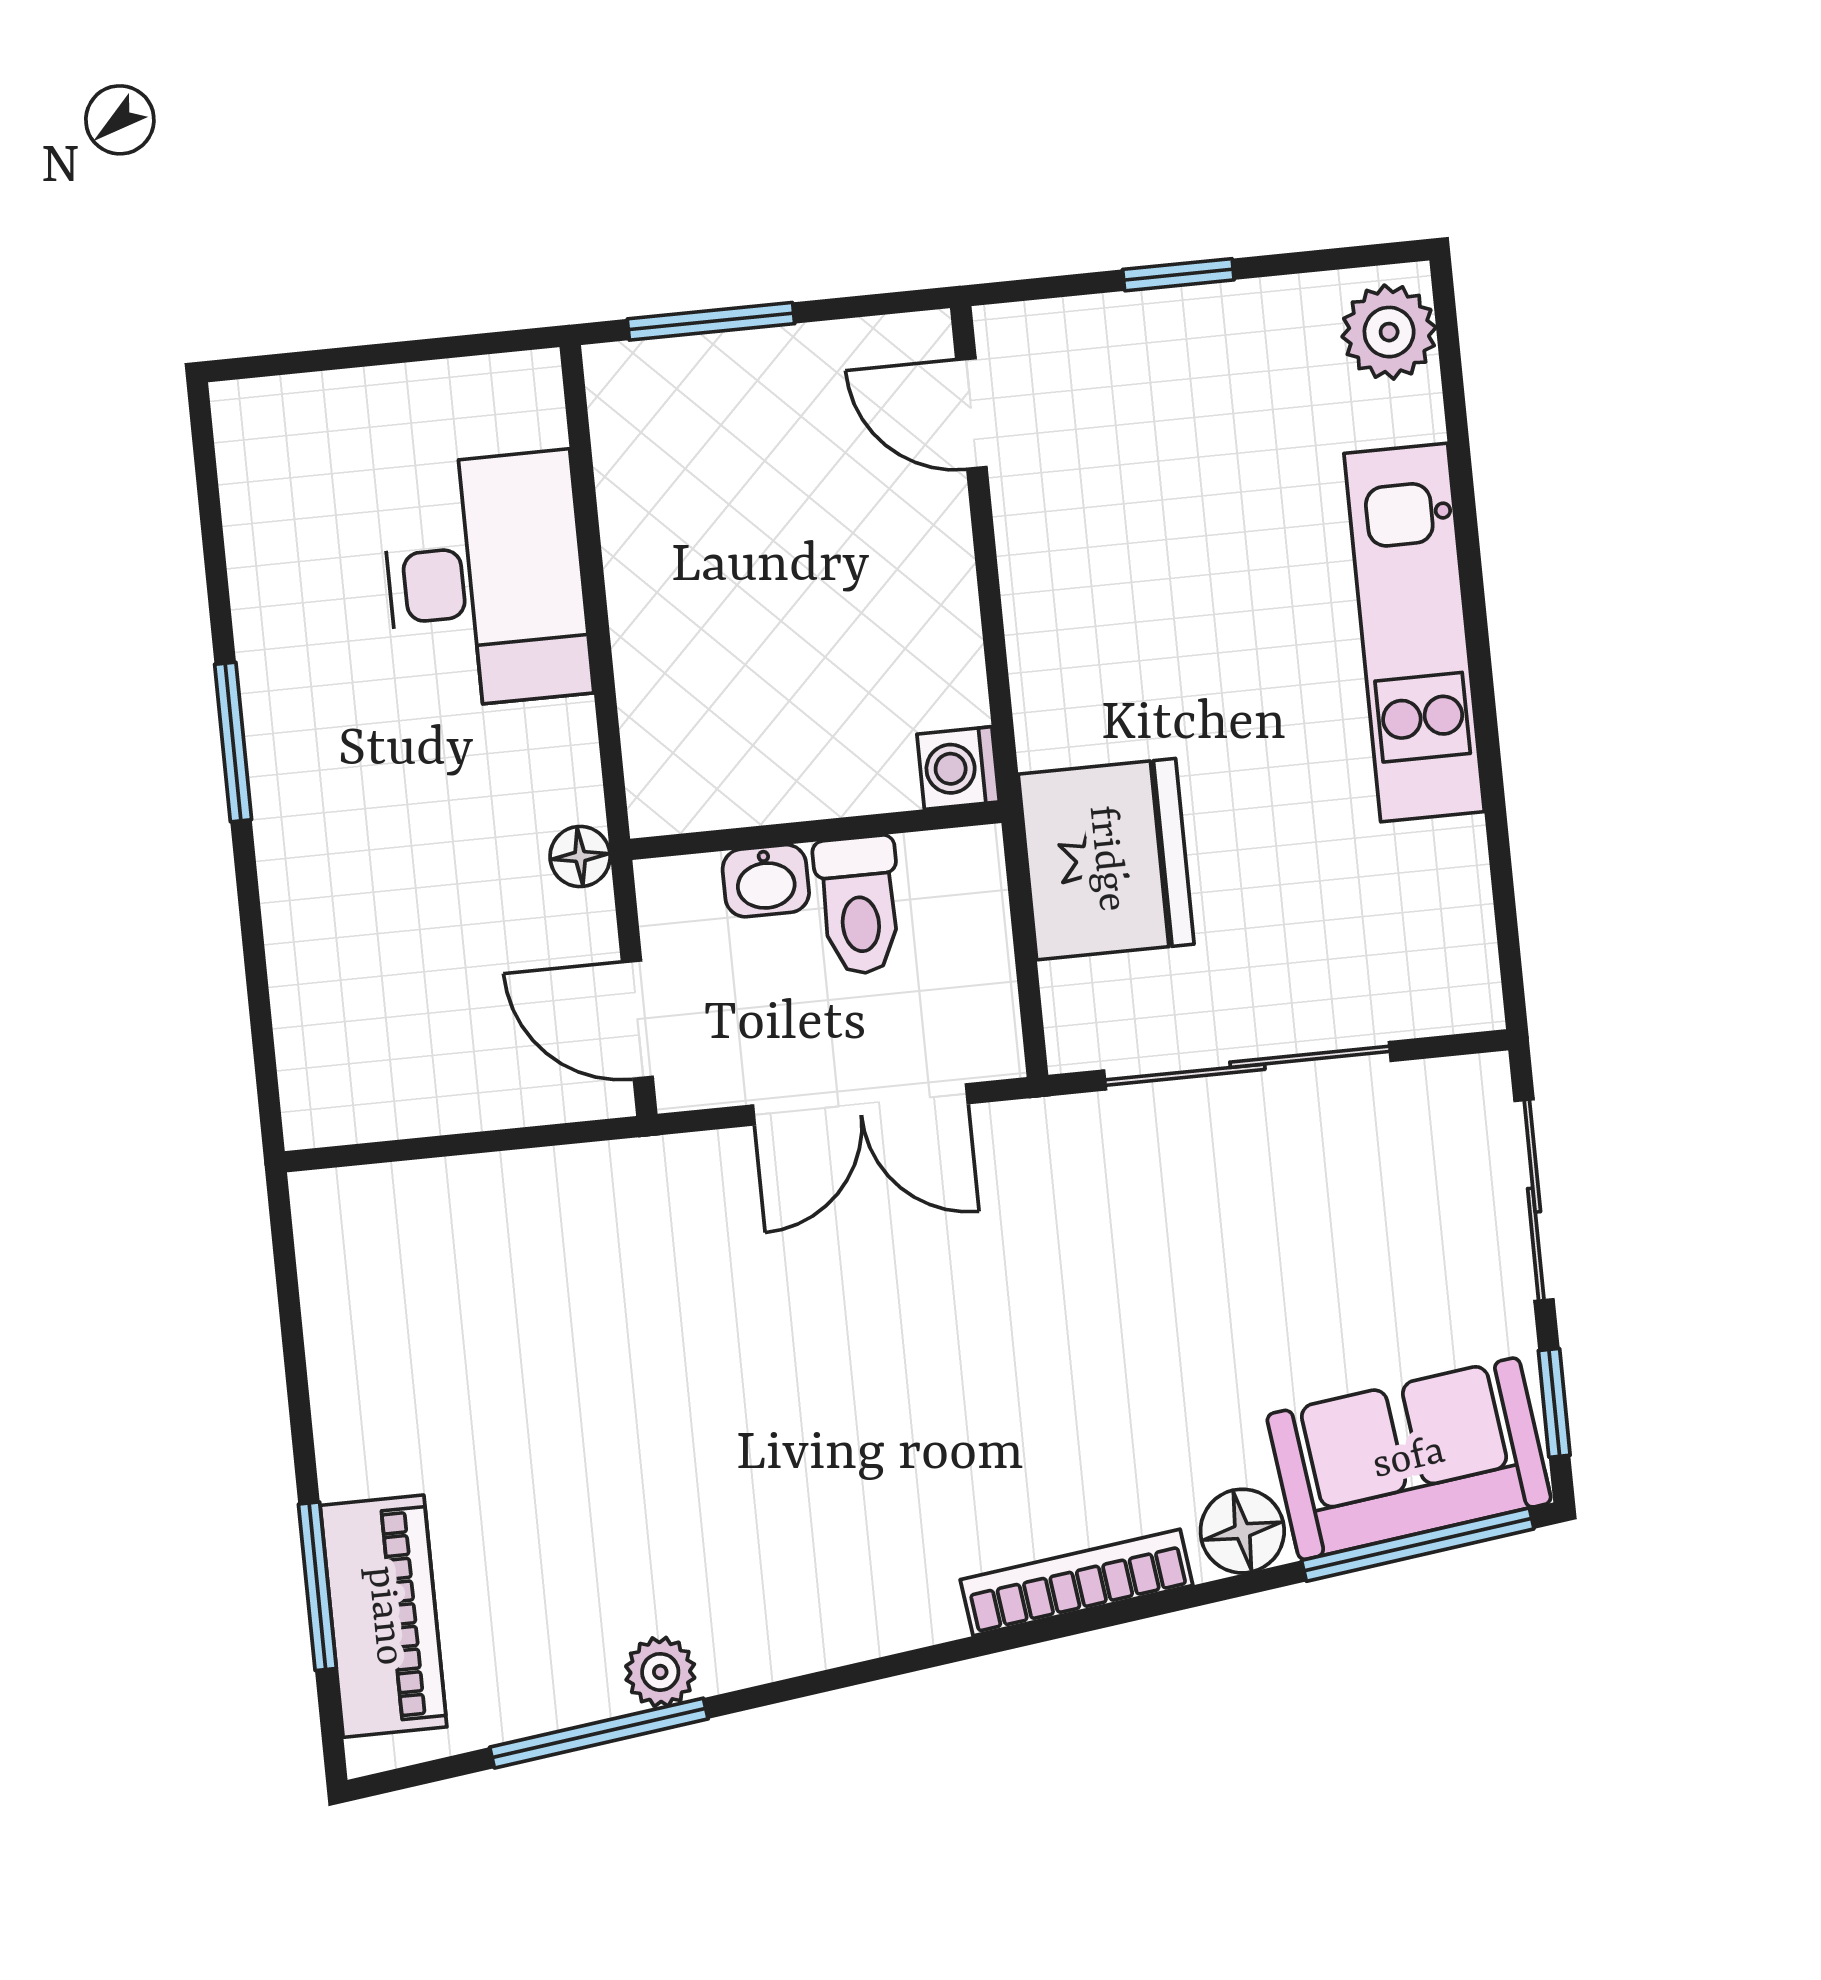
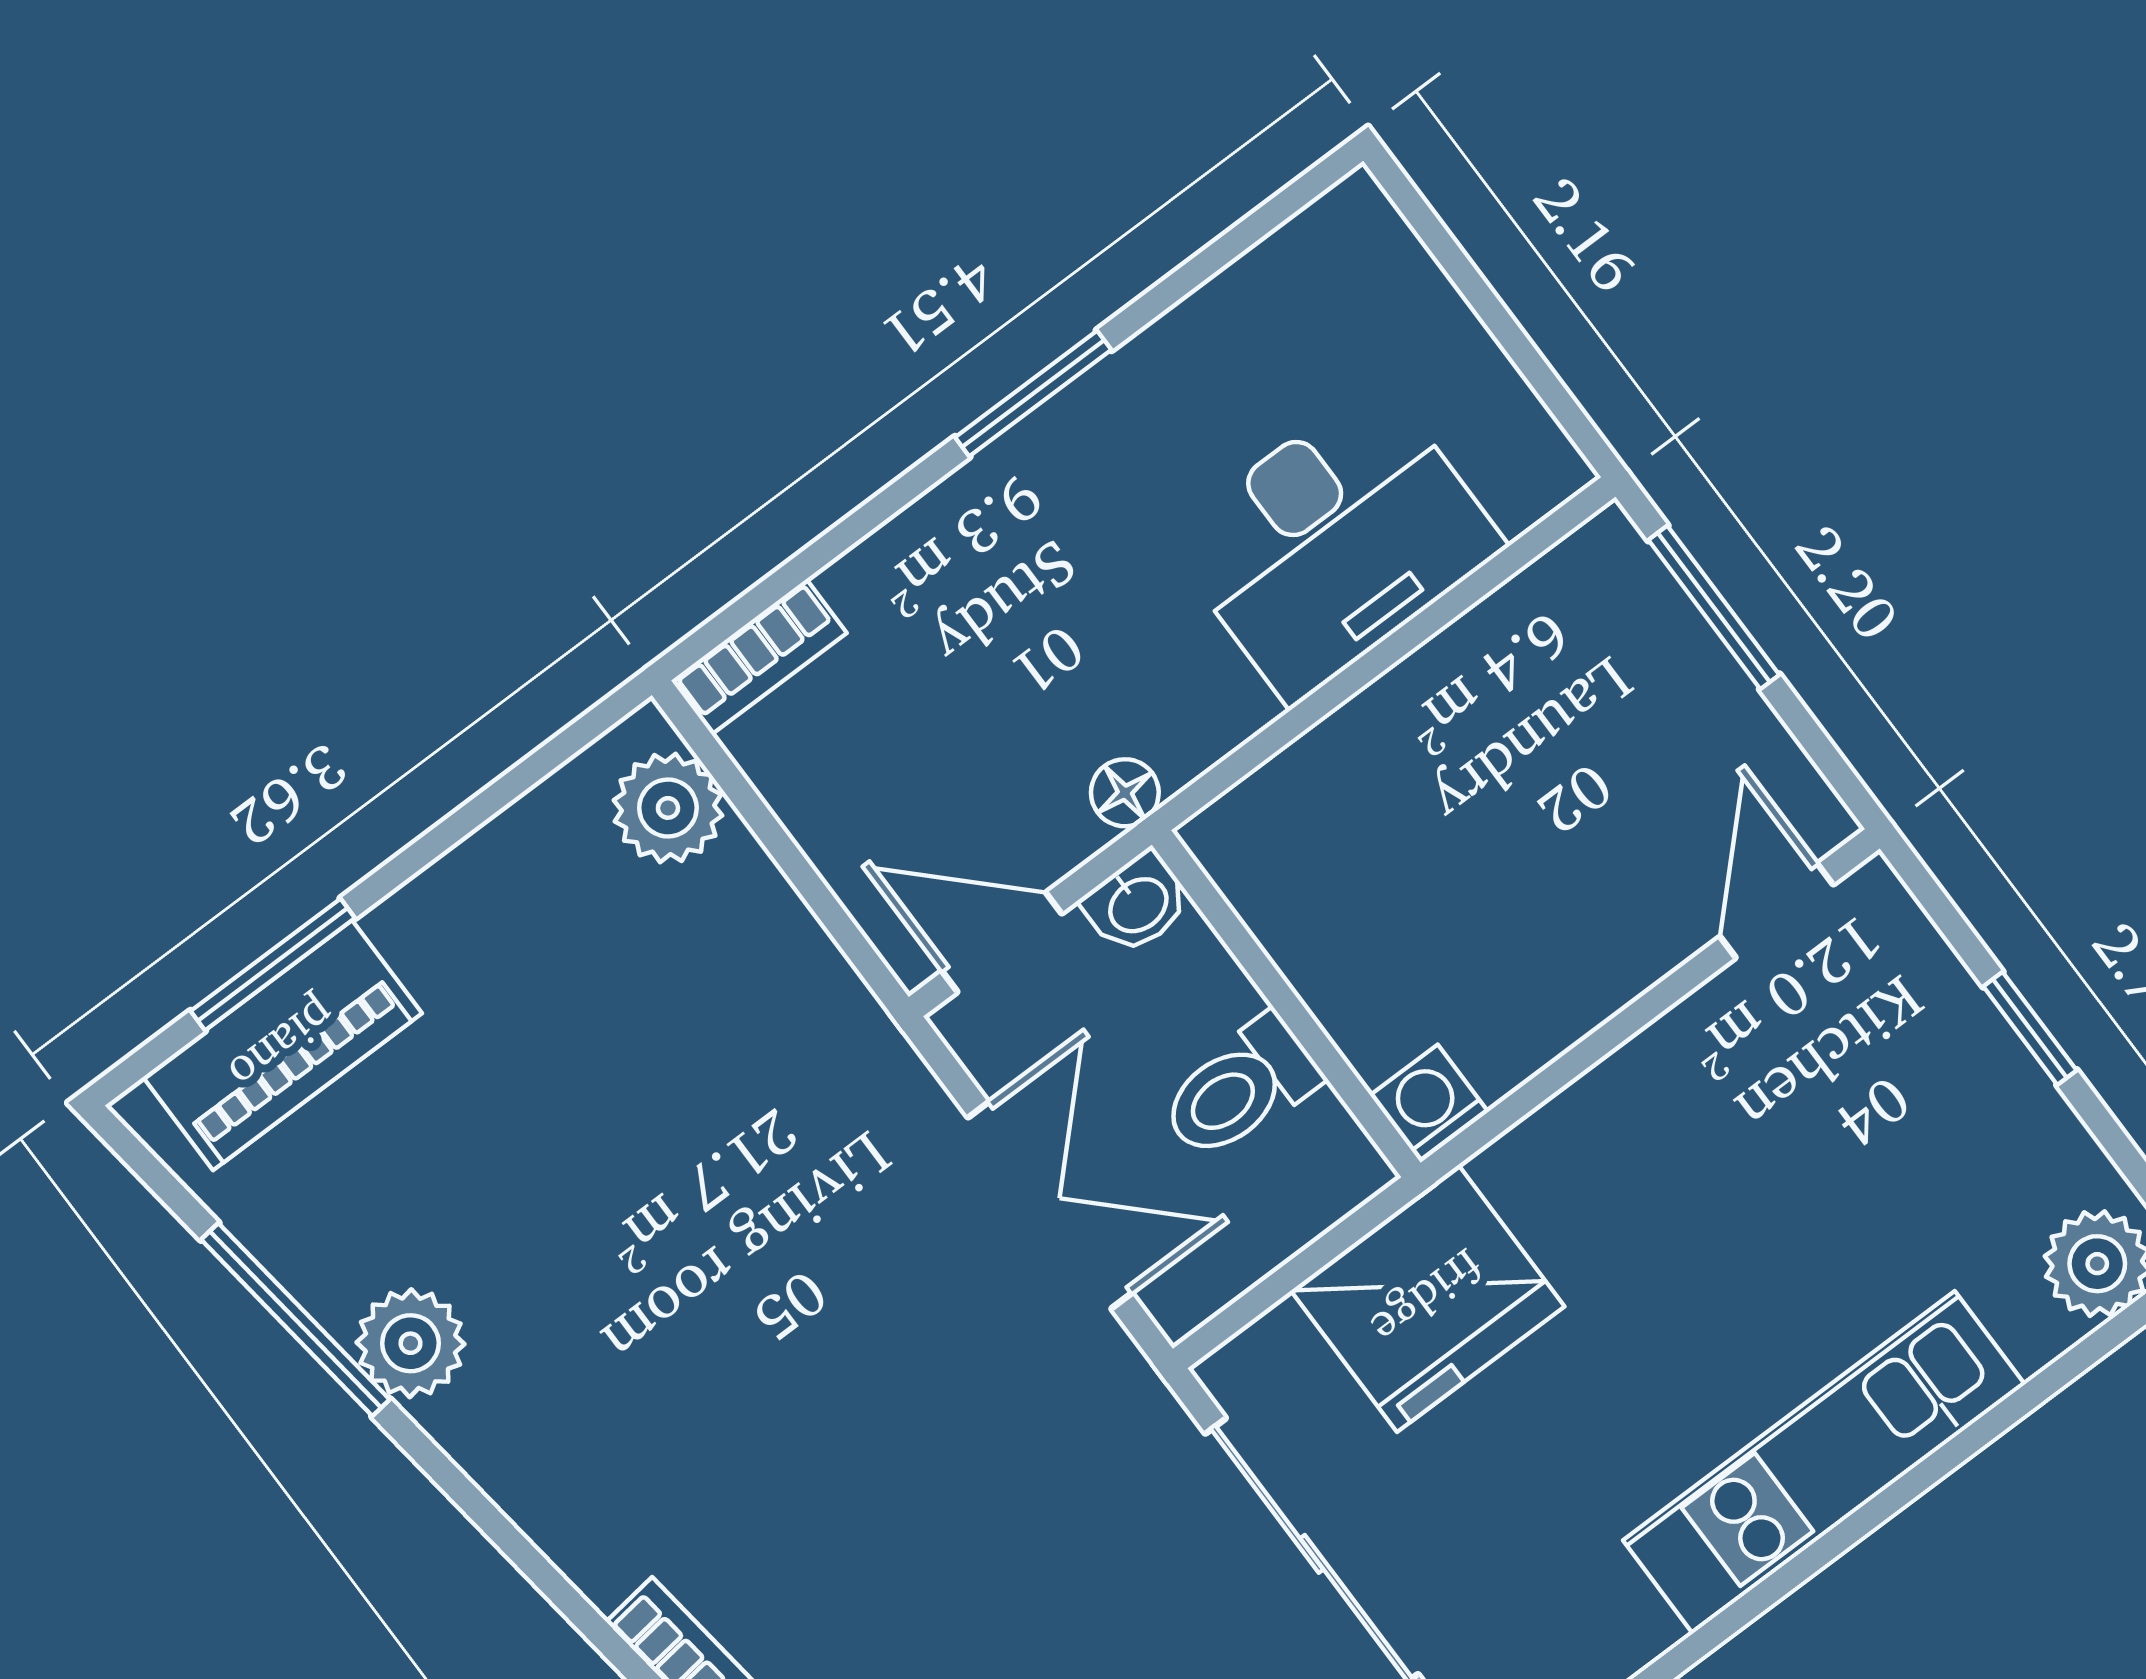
washbasin: (766, 881) -> (1137, 903), moved, turned -90
door: (637, 1020) -> (1002, 942), hinge flipped
bookcase: (307, 1073) -> (759, 657), added
double door: (860, 1104) -> (1050, 1205), swing flipped
plant: (381, 1212) -> (668, 808), added
plant: (660, 1672) -> (410, 1343), width x1.38, depth x1.38

